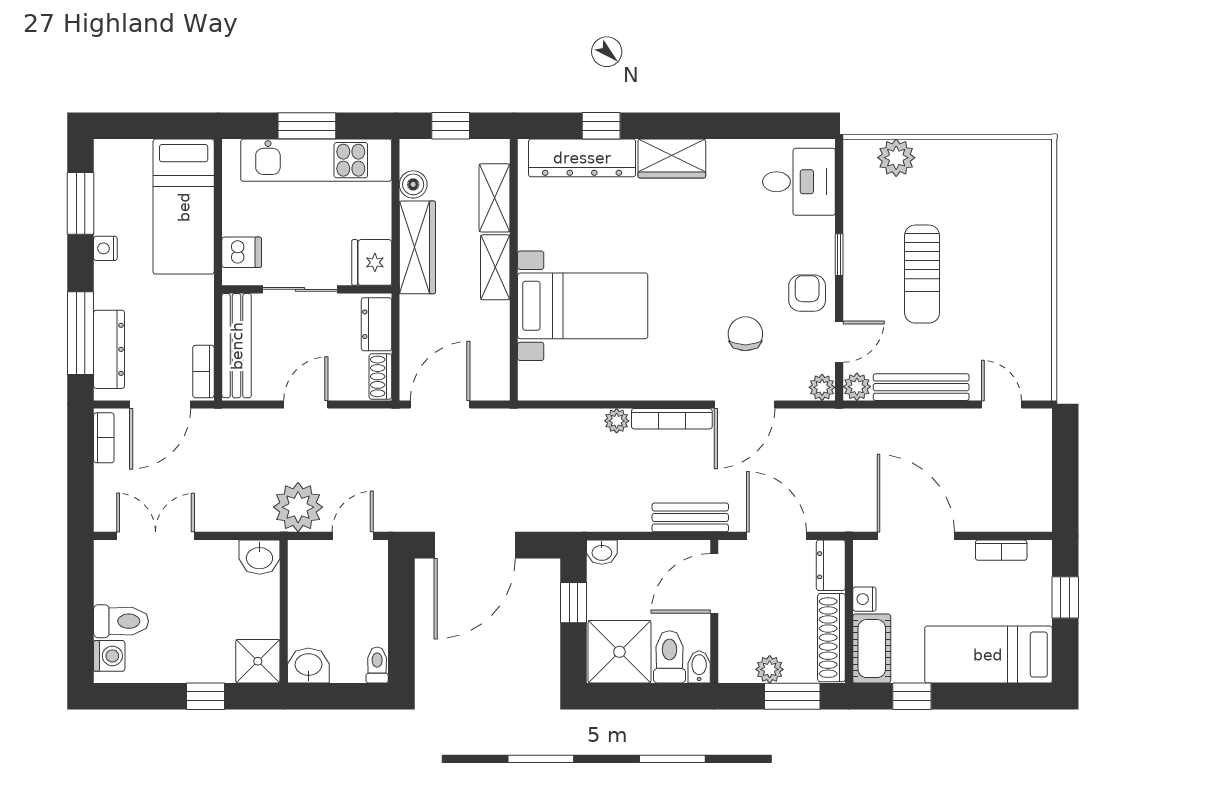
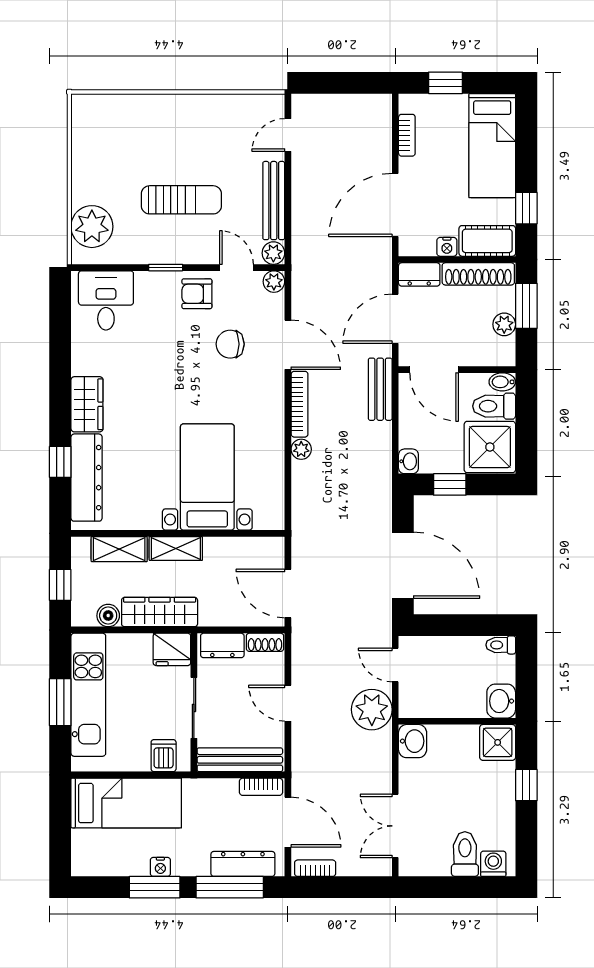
plant: (896, 158) -> (92, 227), width x1.36, depth x1.36
window: (81, 203) -> (155, 887), moved

